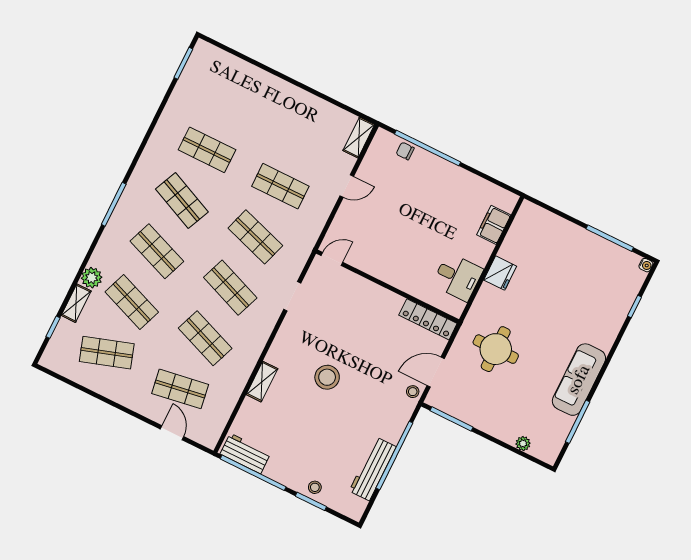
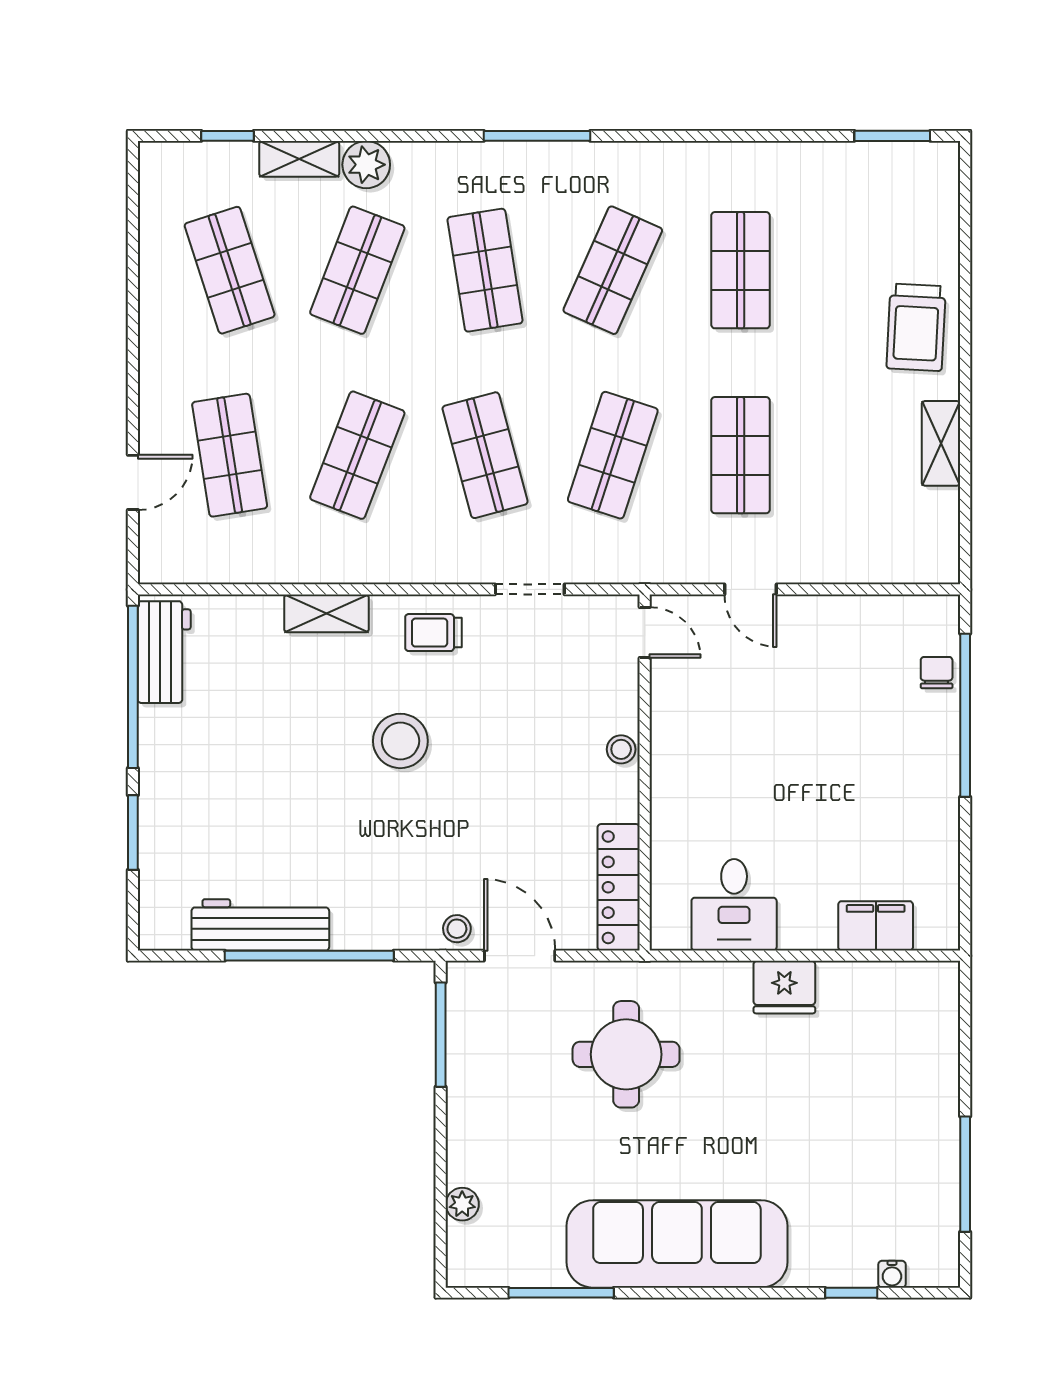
trolley: (264, 91) -> (916, 327), added
shelving: (359, 137) -> (941, 443), moved, turned 90
door: (347, 186) -> (750, 589), moved
shop shelf: (157, 251) -> (485, 270), turned -30
water cooler: (646, 265) -> (892, 1274), moved
shop shelf: (230, 288) -> (485, 455), turned -36
trolley: (291, 343) -> (434, 633), added
sofa: (579, 380) -> (677, 1244), width x1.36, depth x1.27
stool: (315, 487) -> (621, 749), moved

